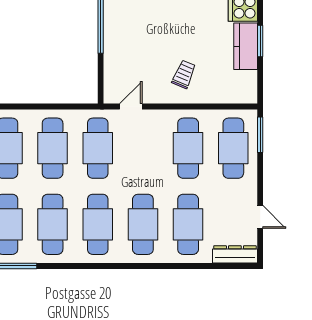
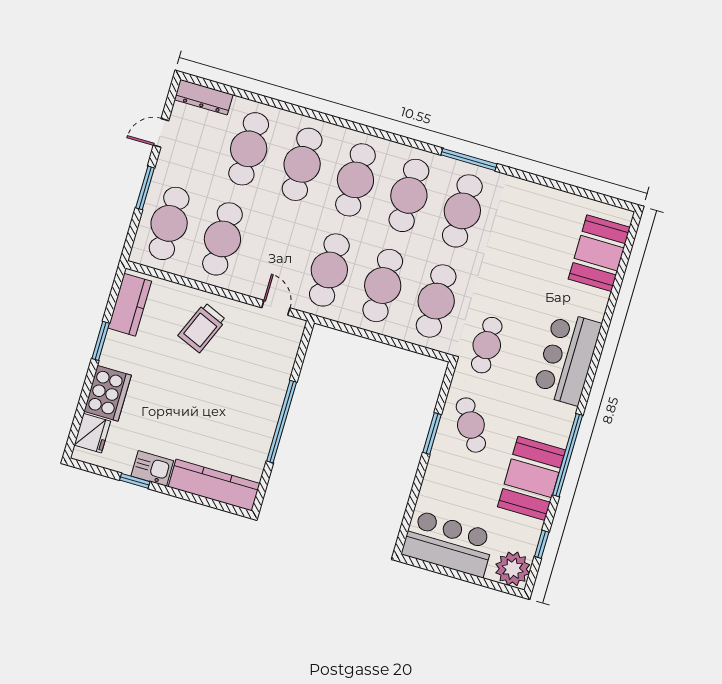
kitchen counter: (246, 46) -> (130, 305), moved
trolley: (184, 74) -> (202, 328), width x1.36, depth x1.39
door: (131, 107) -> (276, 308), swing flipped
window: (260, 135) -> (145, 188), moved
door: (260, 217) -> (161, 133), hinge flipped

